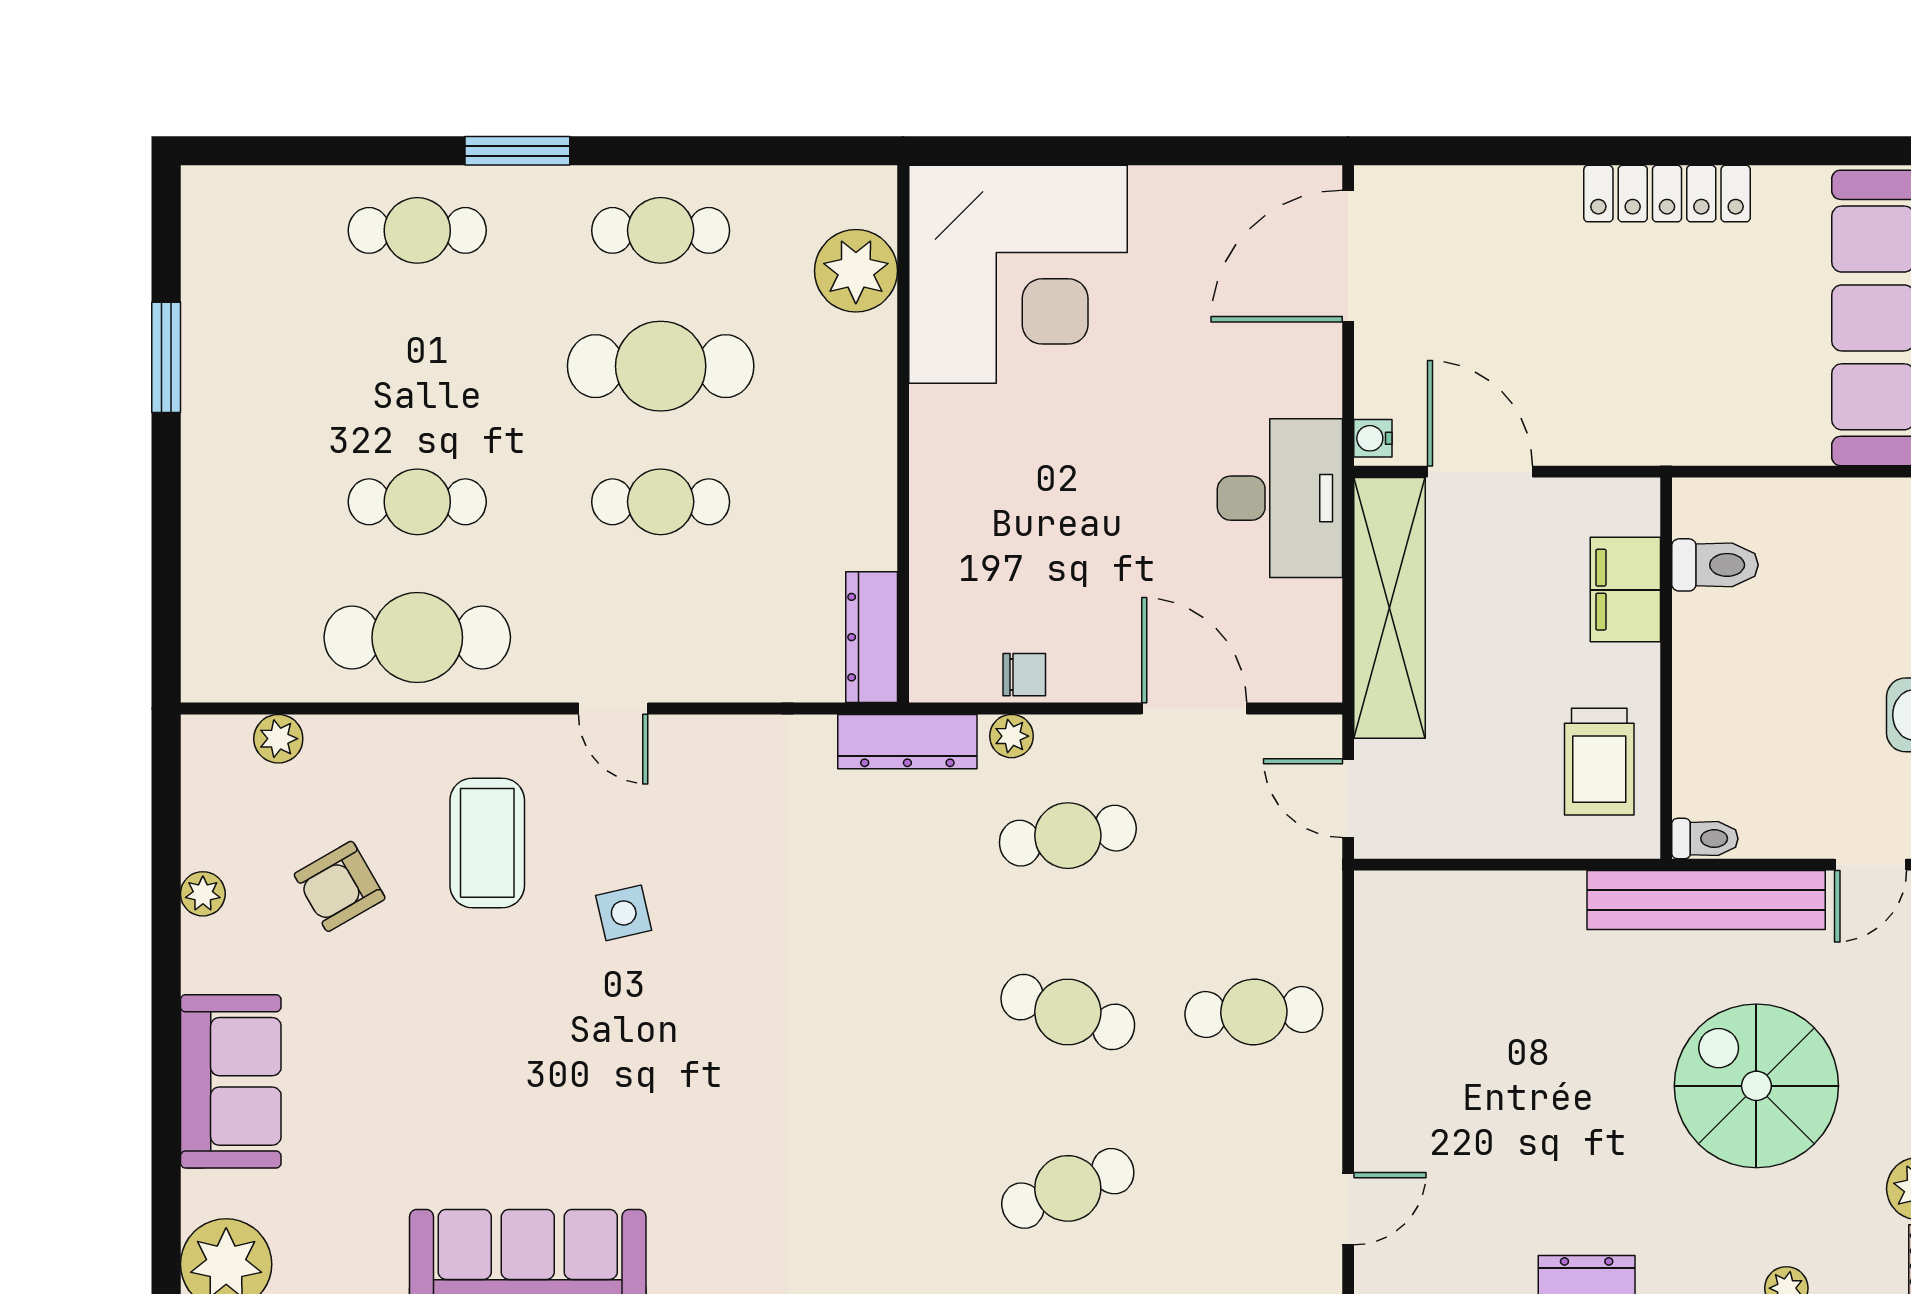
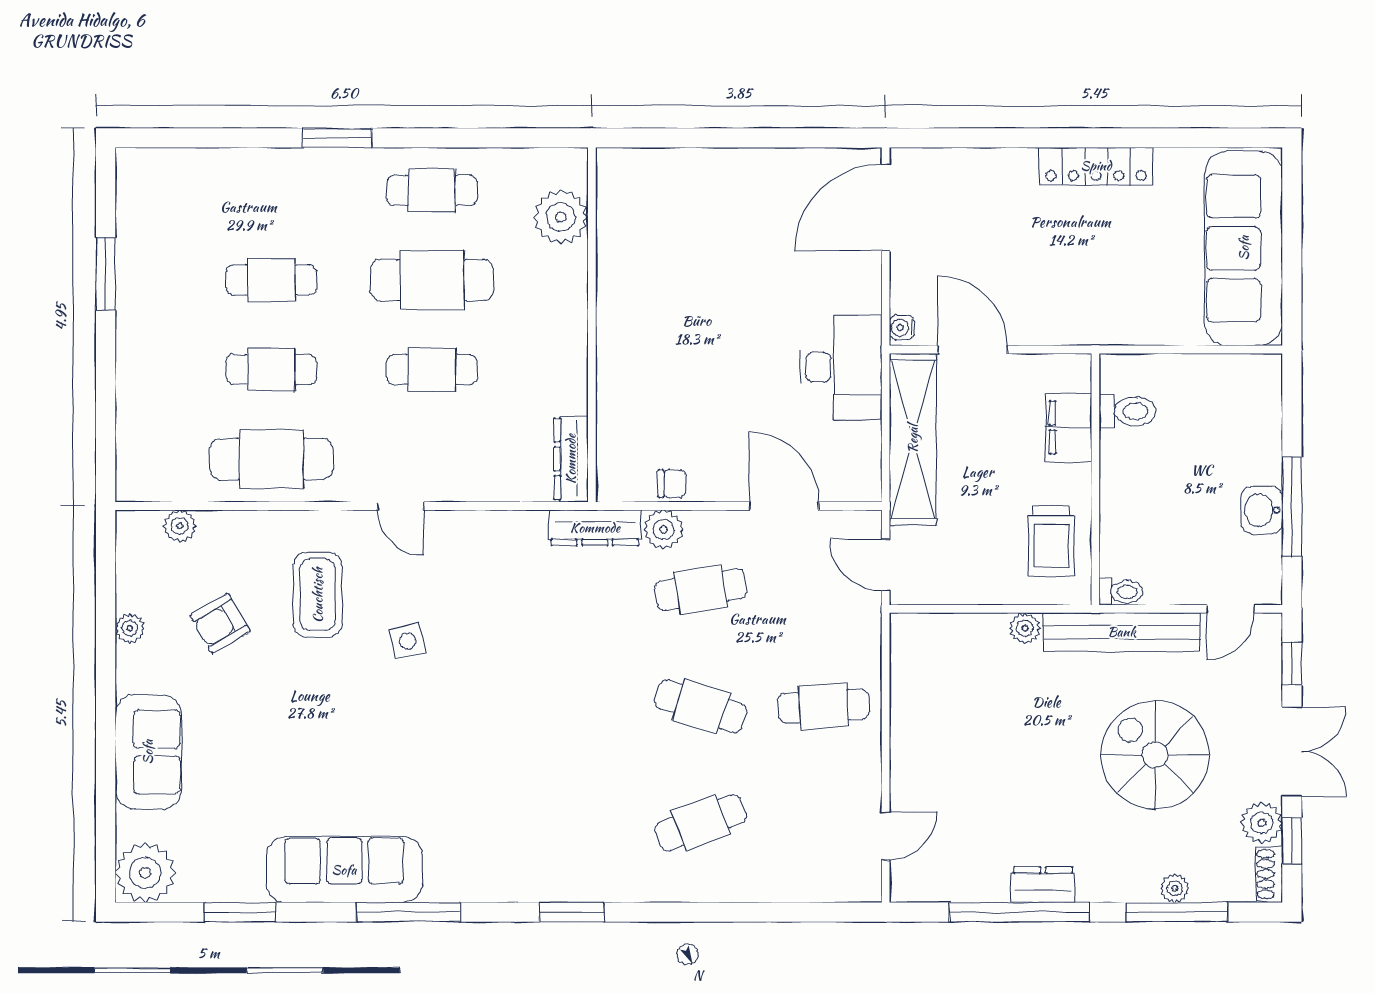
cafe table: (417, 230) -> (271, 280), moved
corner desk: (1018, 274) -> (668, 219), removed
plant: (1011, 736) -> (663, 529), width x1.38, depth x1.38
plant: (1559, 894) -> (1025, 628), added

